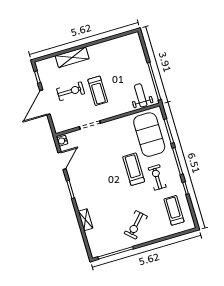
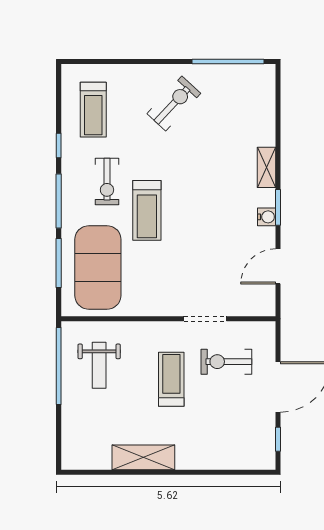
shelving: (72, 57) -> (143, 457), moved
exercise bike: (71, 91) -> (226, 362), moved
weight bench: (141, 95) -> (99, 365), moved
water cooler: (62, 141) -> (267, 217), moved
shelving: (85, 220) -> (266, 167), moved

